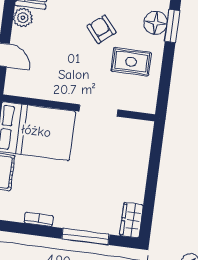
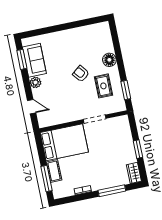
window: (172, 26) -> (126, 90), moved
rug: (131, 62) -> (103, 86), turned 90
window: (151, 184) -> (138, 149), added

